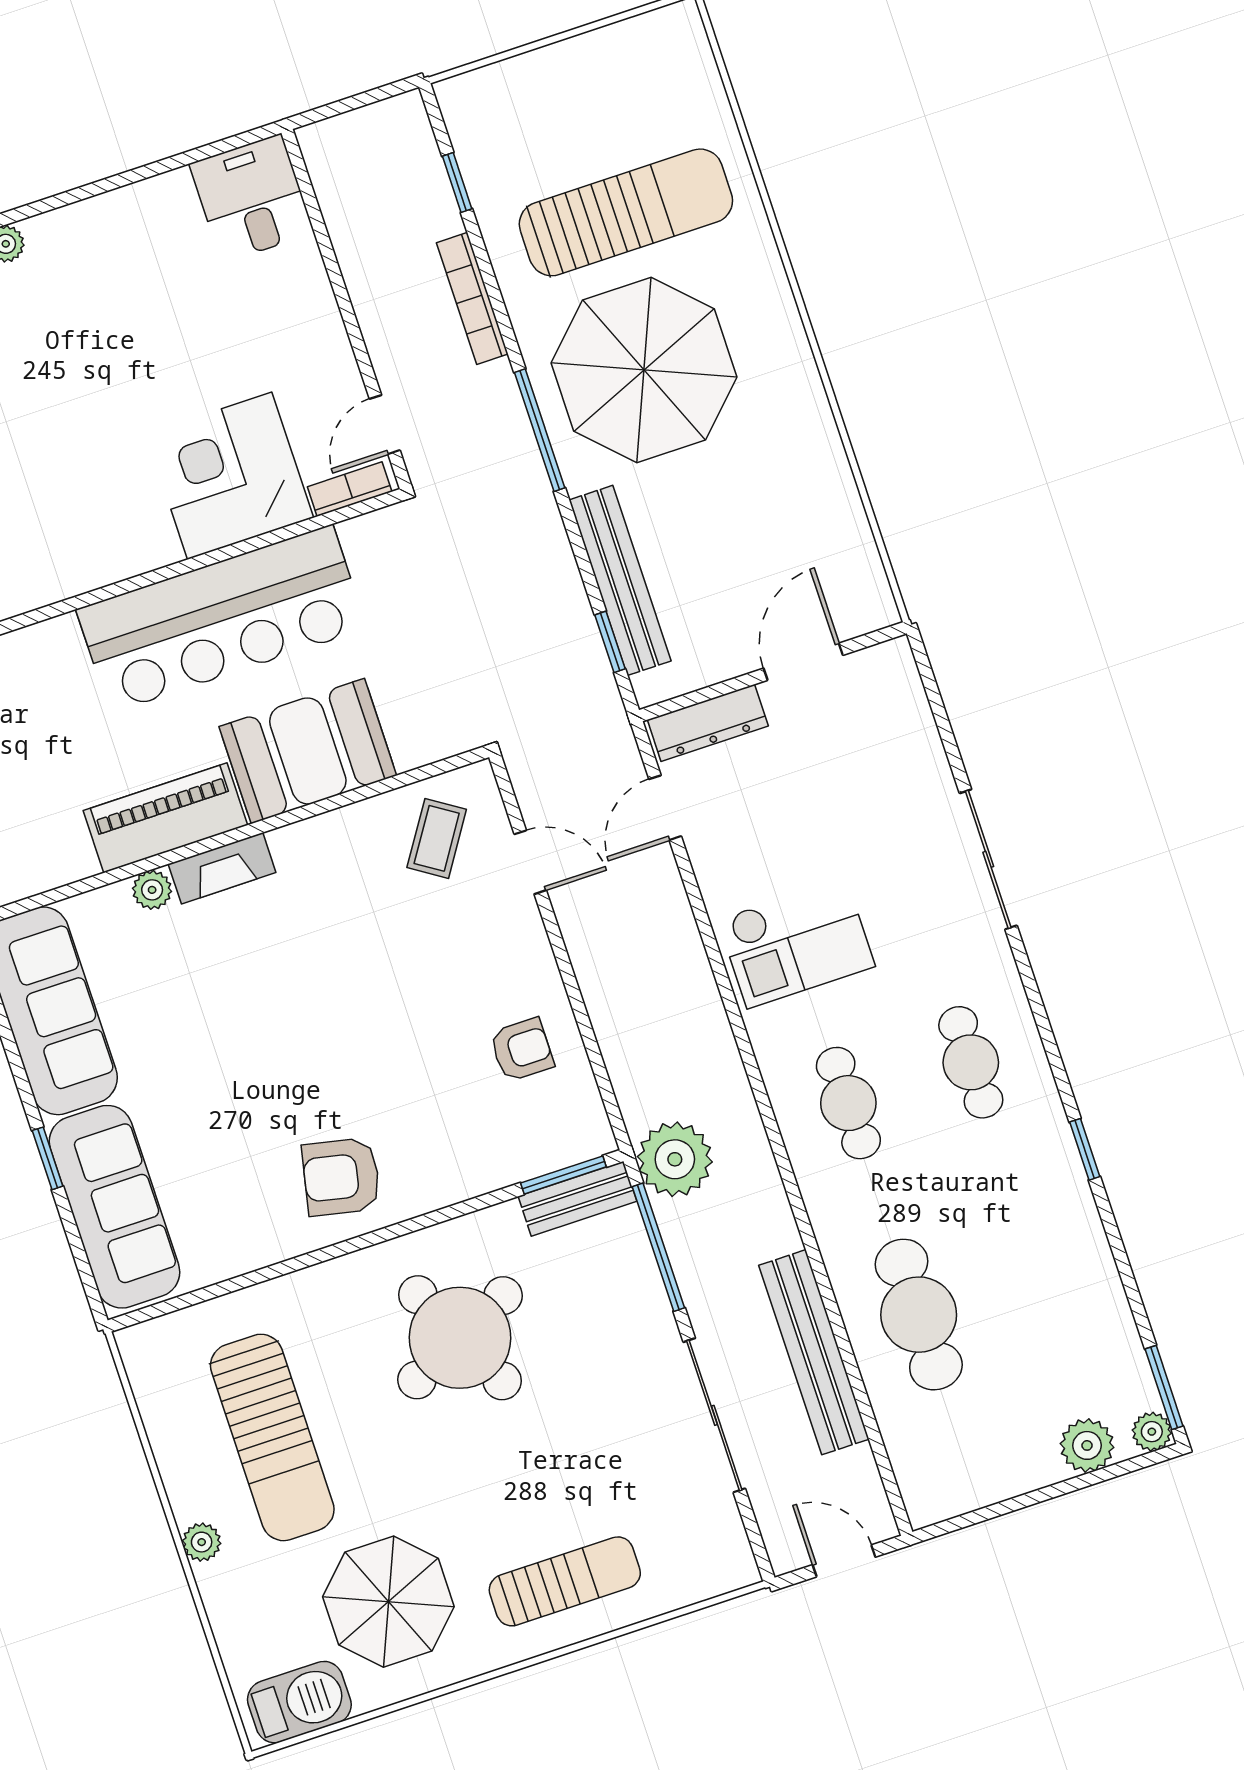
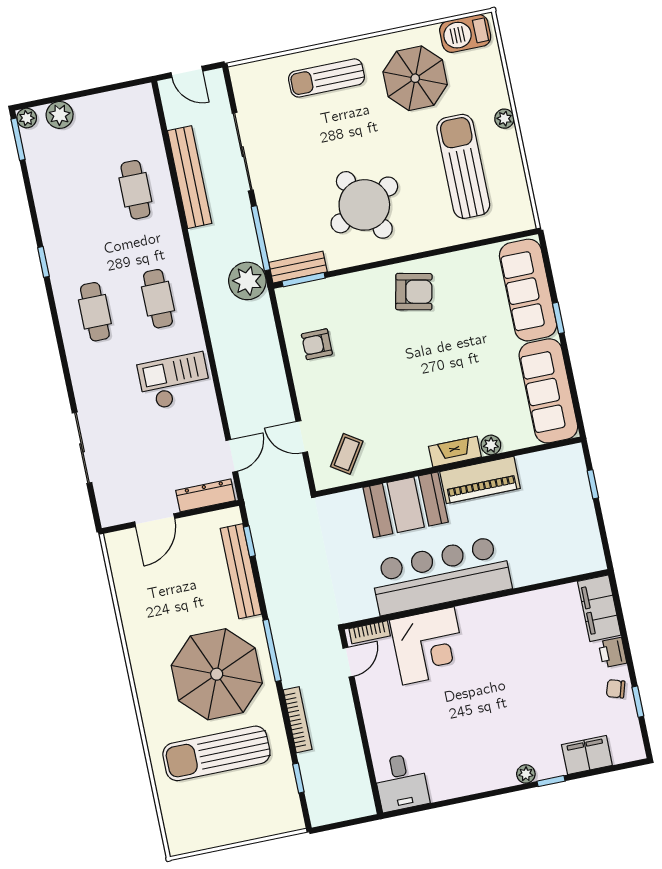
sliding door: (988, 859) -> (82, 448), moved
cafe table: (919, 1315) -> (135, 190), width x0.73, depth x0.74

